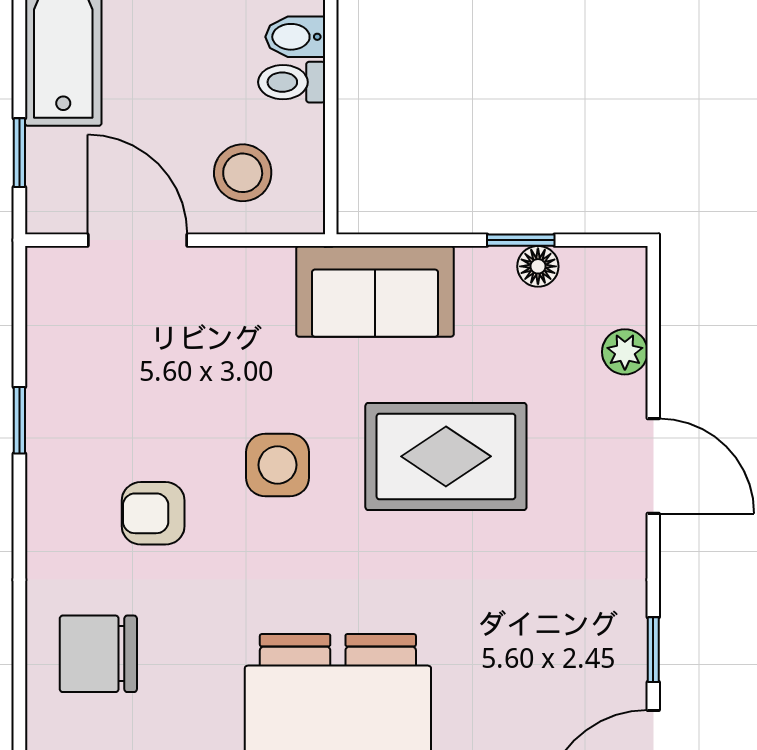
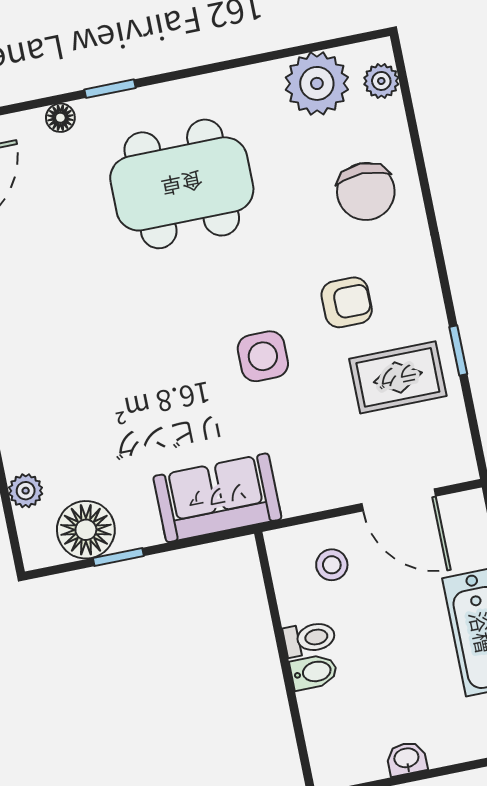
stool: (243, 173) -> (332, 565), width x0.73, depth x0.73
floor lamp: (538, 266) -> (86, 530), width x1.89, depth x1.89
rug: (446, 456) -> (398, 377), moved, width x0.73, depth x0.70
chair: (98, 654) -> (366, 191), turned 90

